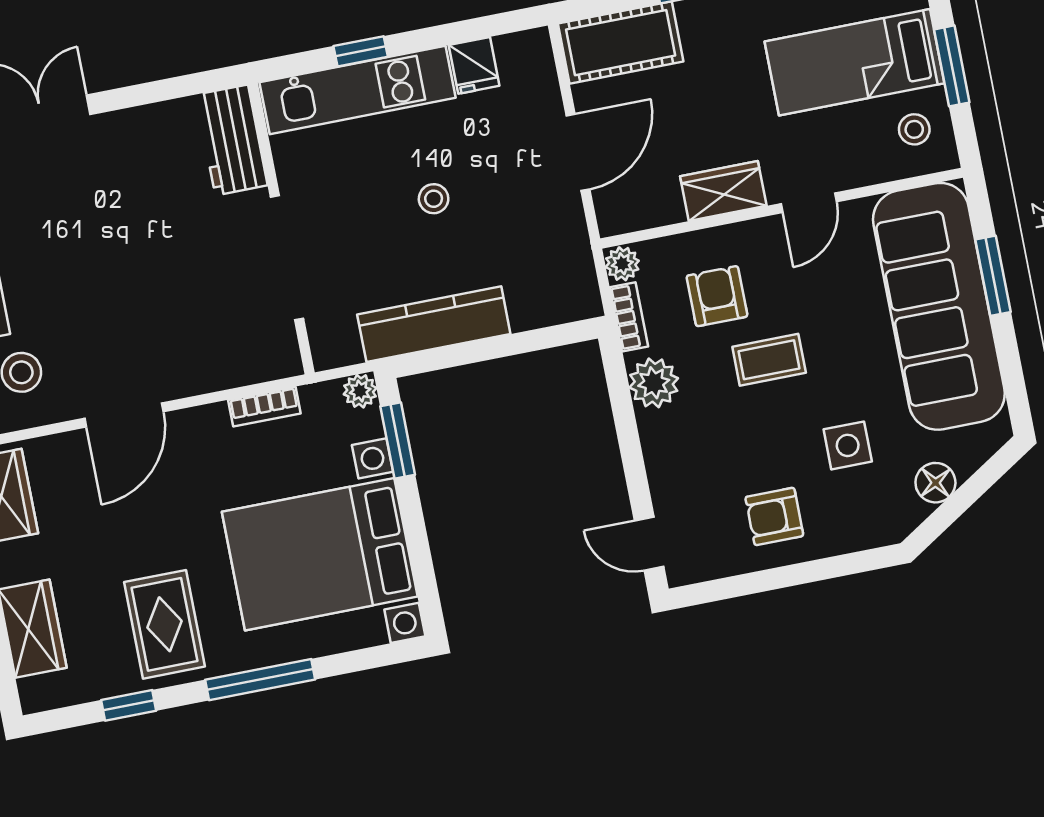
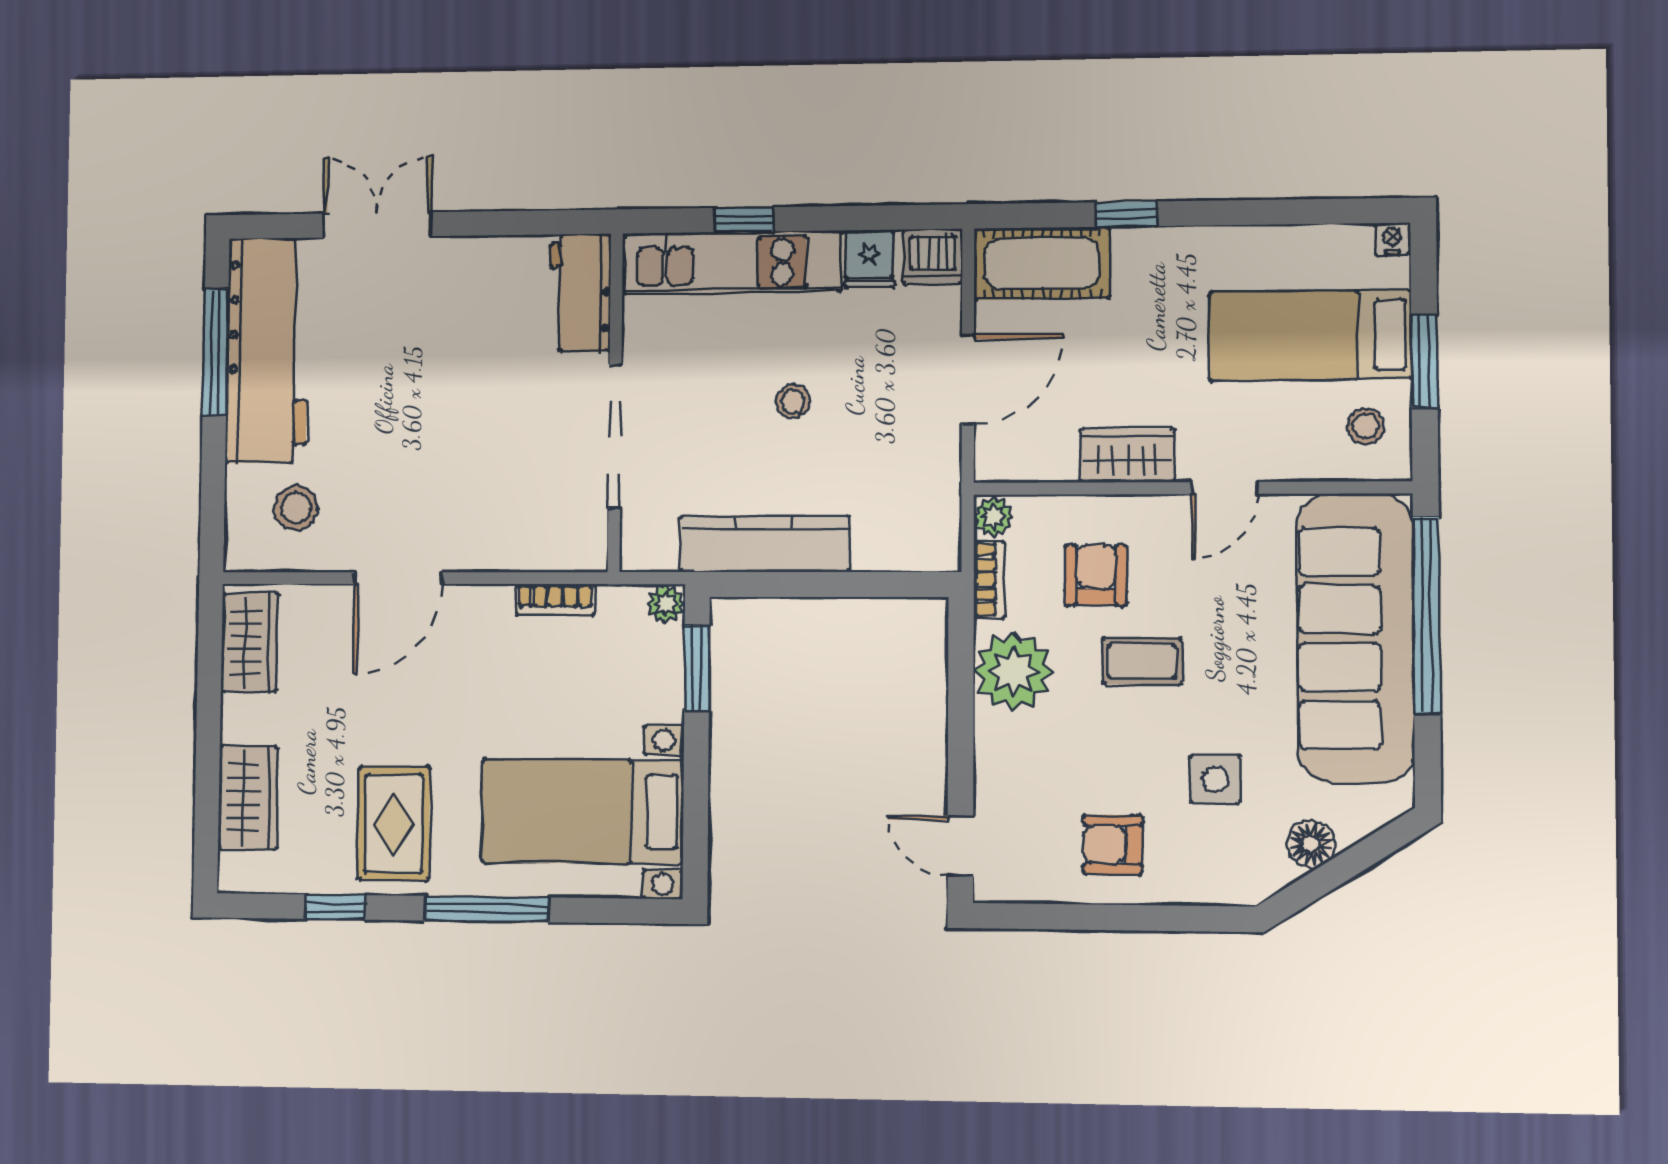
dishwasher: (527, 54) -> (933, 257), added
window: (993, 276) -> (1426, 615), width x2.11
plant: (654, 383) -> (1013, 672), width x1.36, depth x1.36
bed with nightstands: (320, 554) -> (582, 811), width x0.73

